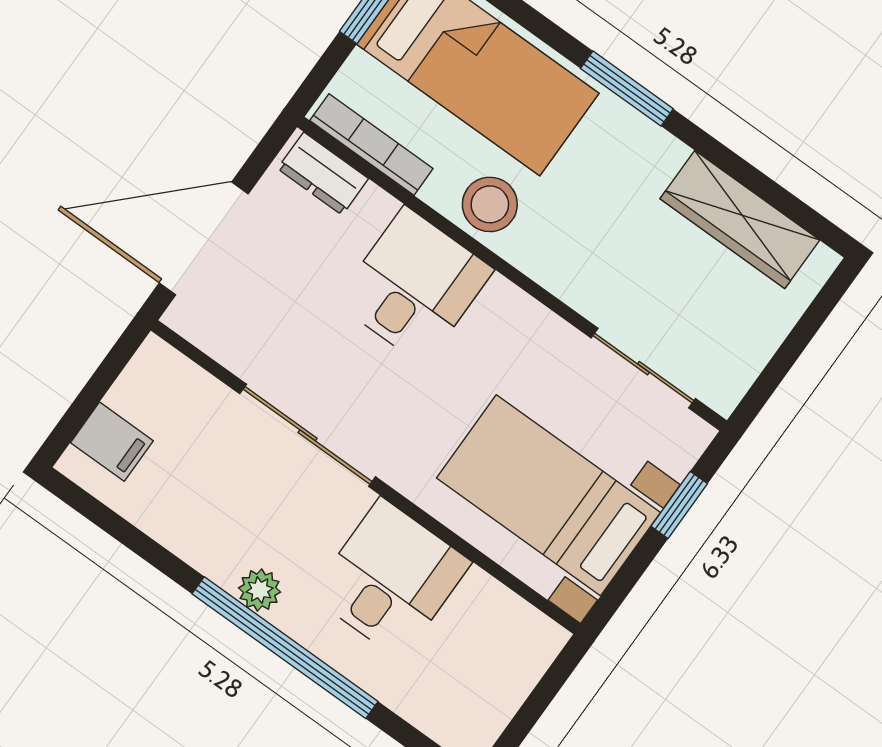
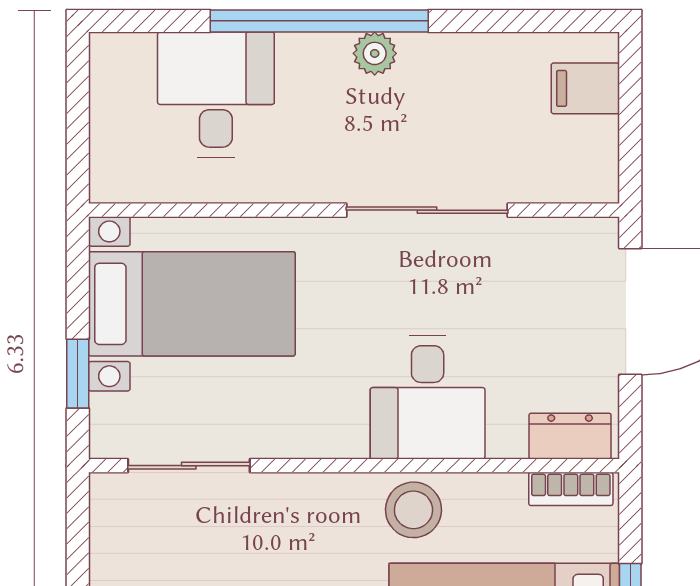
bookcase: (371, 145) -> (571, 489), width x0.64
desk: (391, 579) -> (216, 95), moved, turned 180

